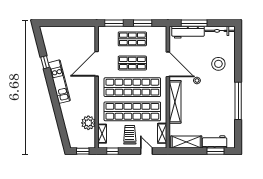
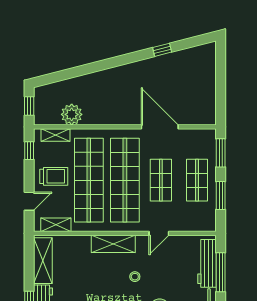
door: (168, 64) -> (159, 233), width x0.53
kitchen unit: (59, 82) -> (133, 71), removed
shelving: (175, 102) -> (113, 244), width x0.68

